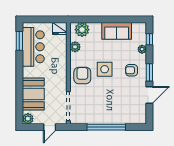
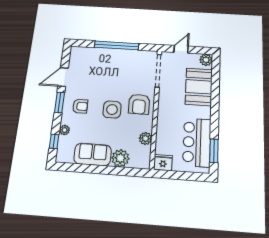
plant: (82, 30) -> (120, 158), moved

